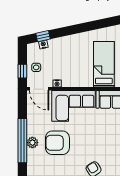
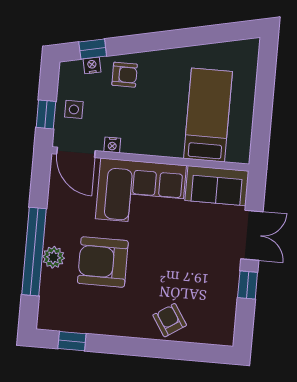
armchair: (60, 48) -> (125, 75), added

